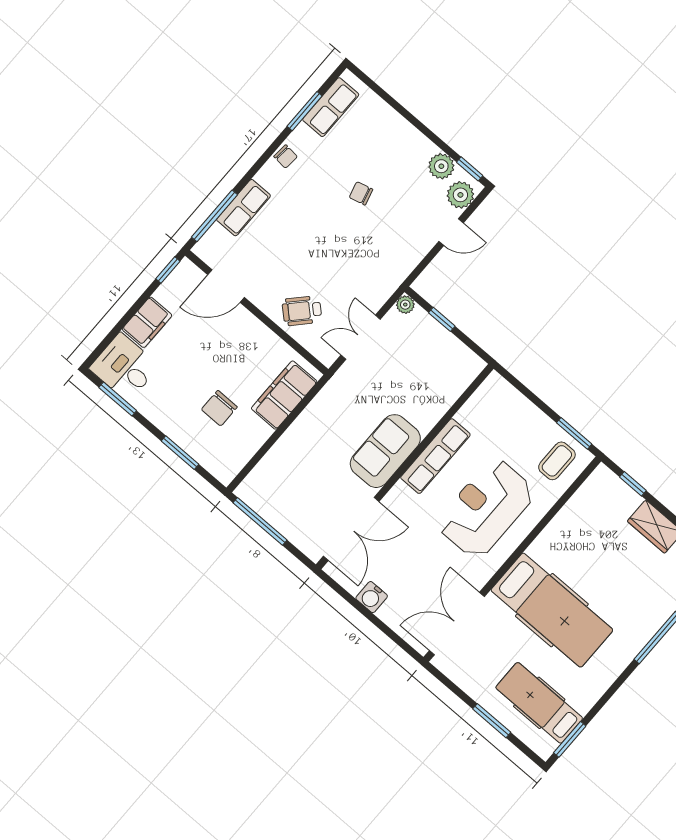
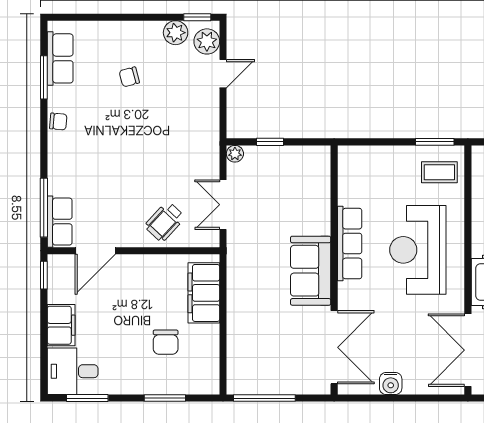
chair: (361, 193) -> (129, 77), moved
row of seats: (244, 208) -> (60, 222), moved
coffee table: (557, 461) -> (439, 172), turned 90

